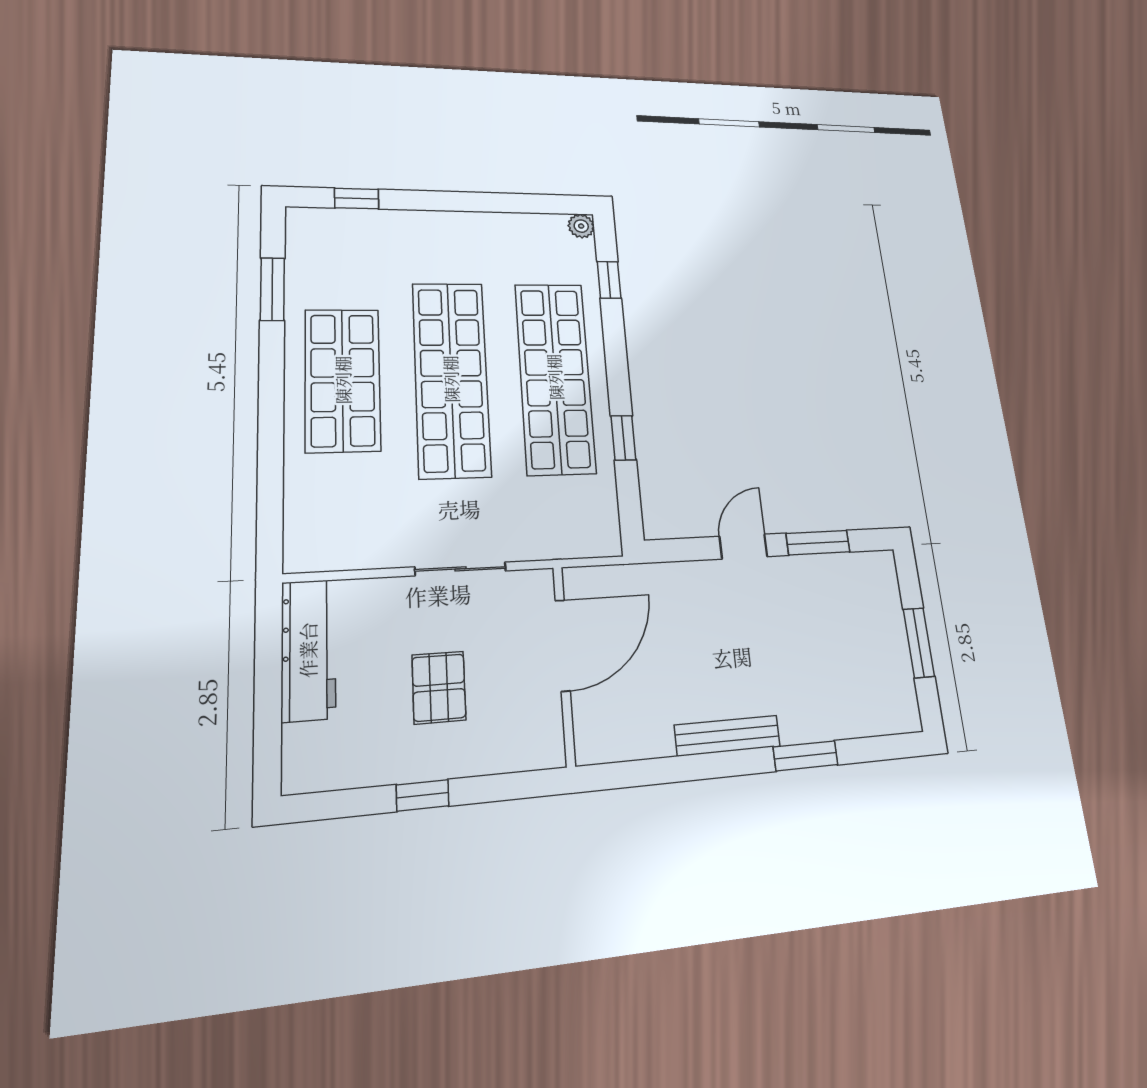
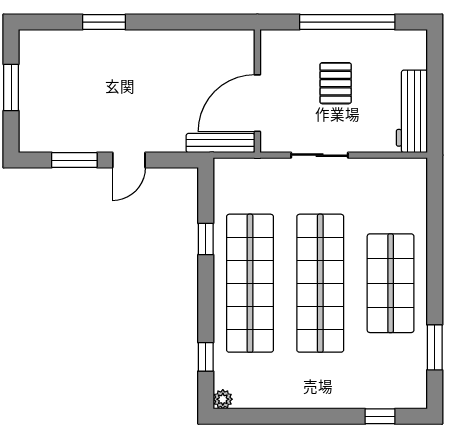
bench: (727, 736) -> (221, 143), moved
window: (423, 795) -> (347, 22), width x3.17

